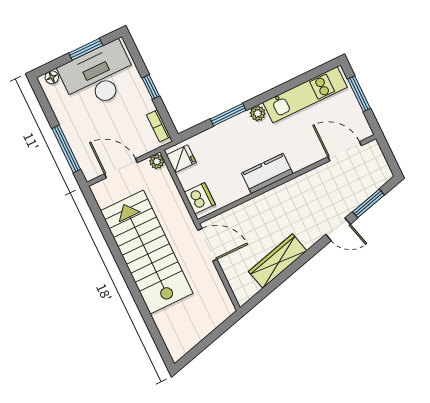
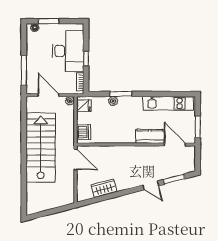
window: (86, 49) -> (49, 21), moved
desk: (99, 76) -> (68, 51), moved, turned 90
window: (359, 94) -> (198, 127), moved
plant: (258, 113) -> (113, 101), moved
kitchen counter: (267, 174) -> (150, 136), moved
wardrobe: (278, 261) -> (104, 188), width x0.67

